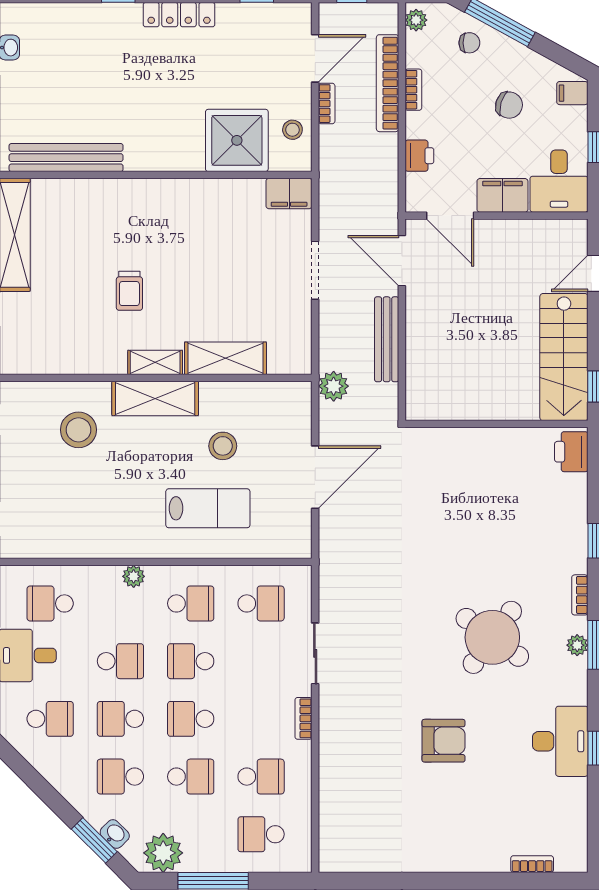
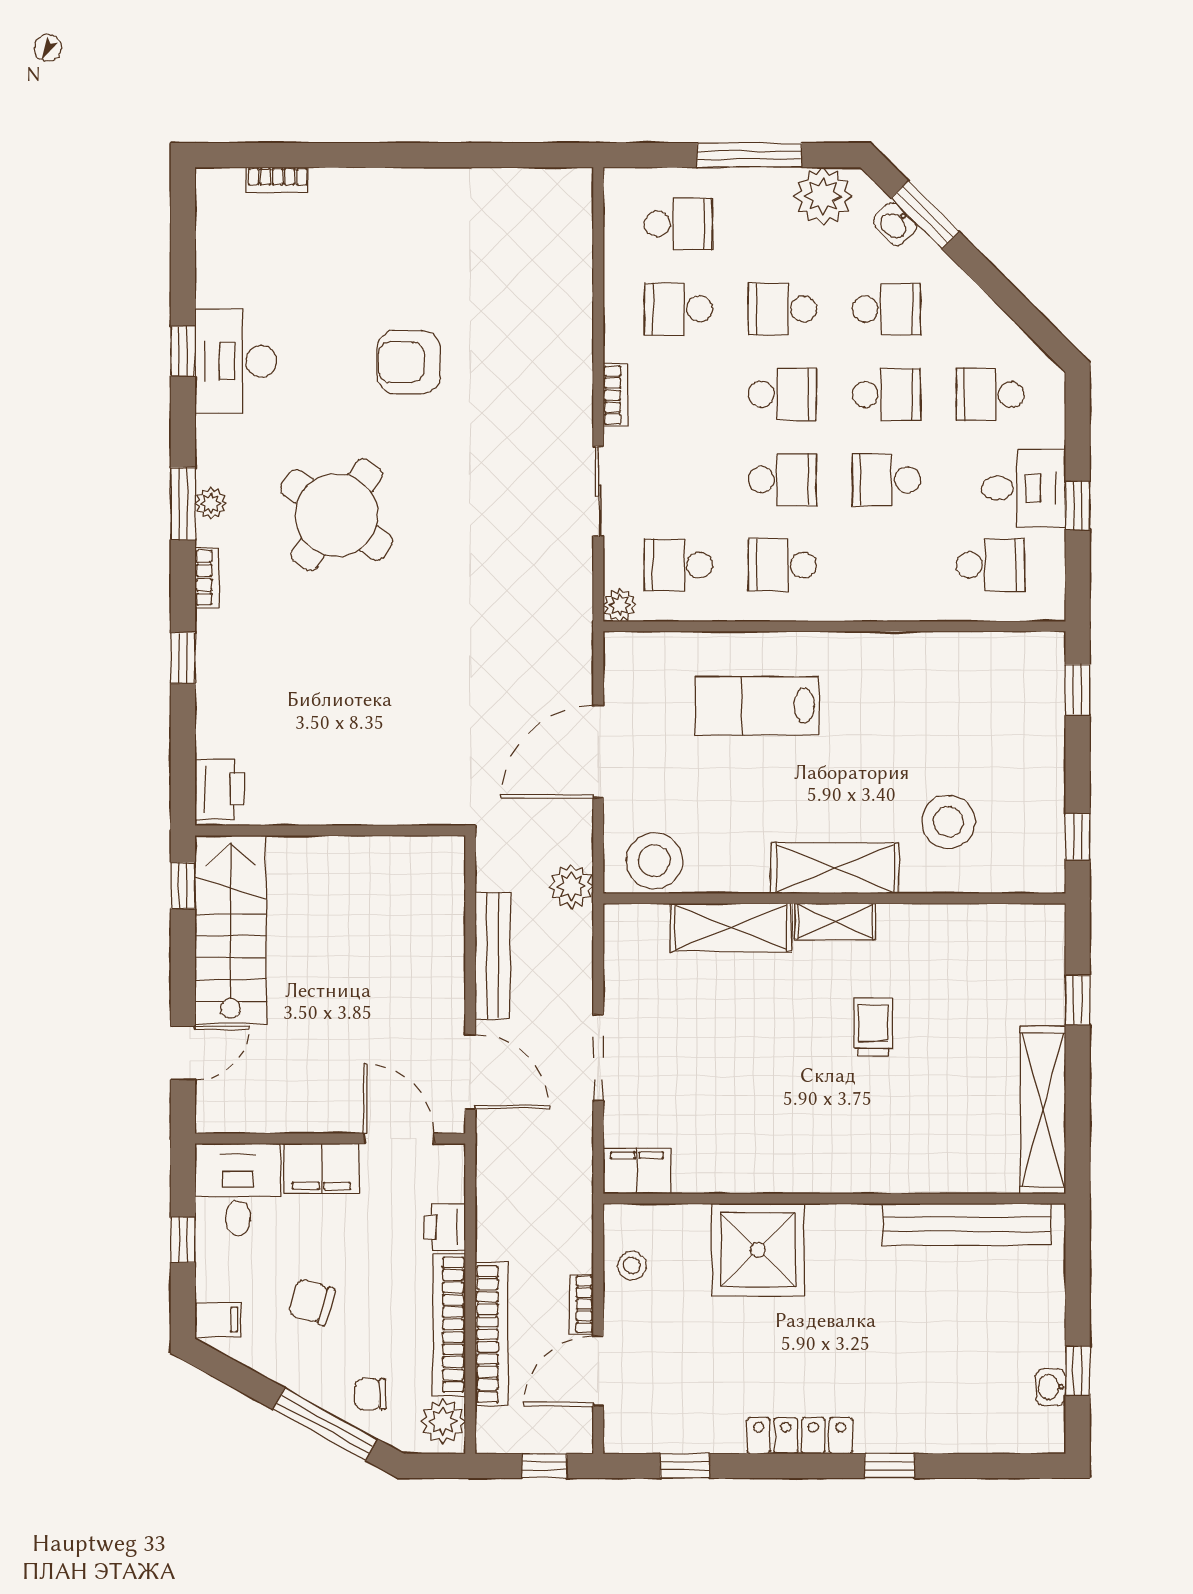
plant: (416, 20) -> (443, 1421), width x1.38, depth x1.38
bookcase: (413, 90) -> (449, 1325), width x2.31, depth x1.31
shower: (237, 140) -> (758, 1250), moved
stool: (223, 446) -> (654, 861), moved, width x1.38, depth x1.38
plant: (134, 576) -> (620, 605), moved

